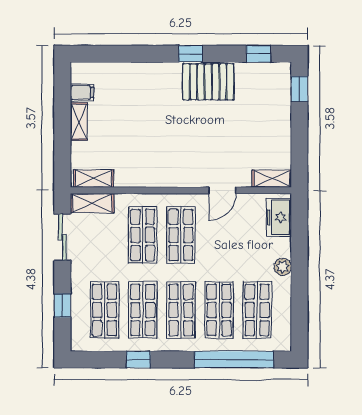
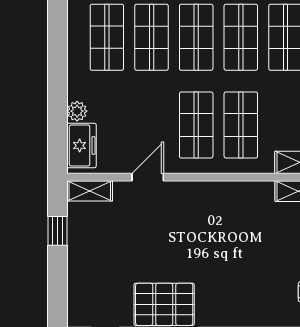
window: (299, 89) -> (58, 231), moved
plant: (283, 267) -> (77, 111), moved

